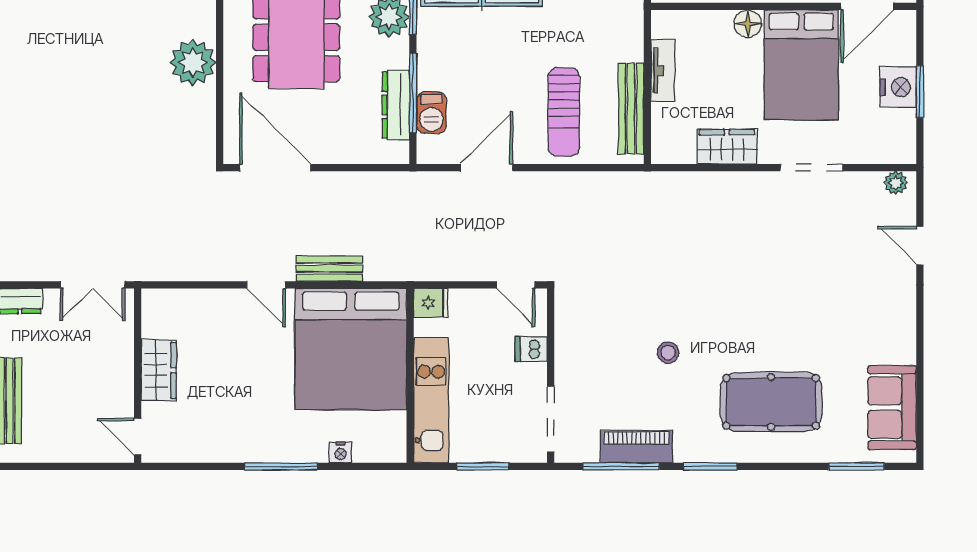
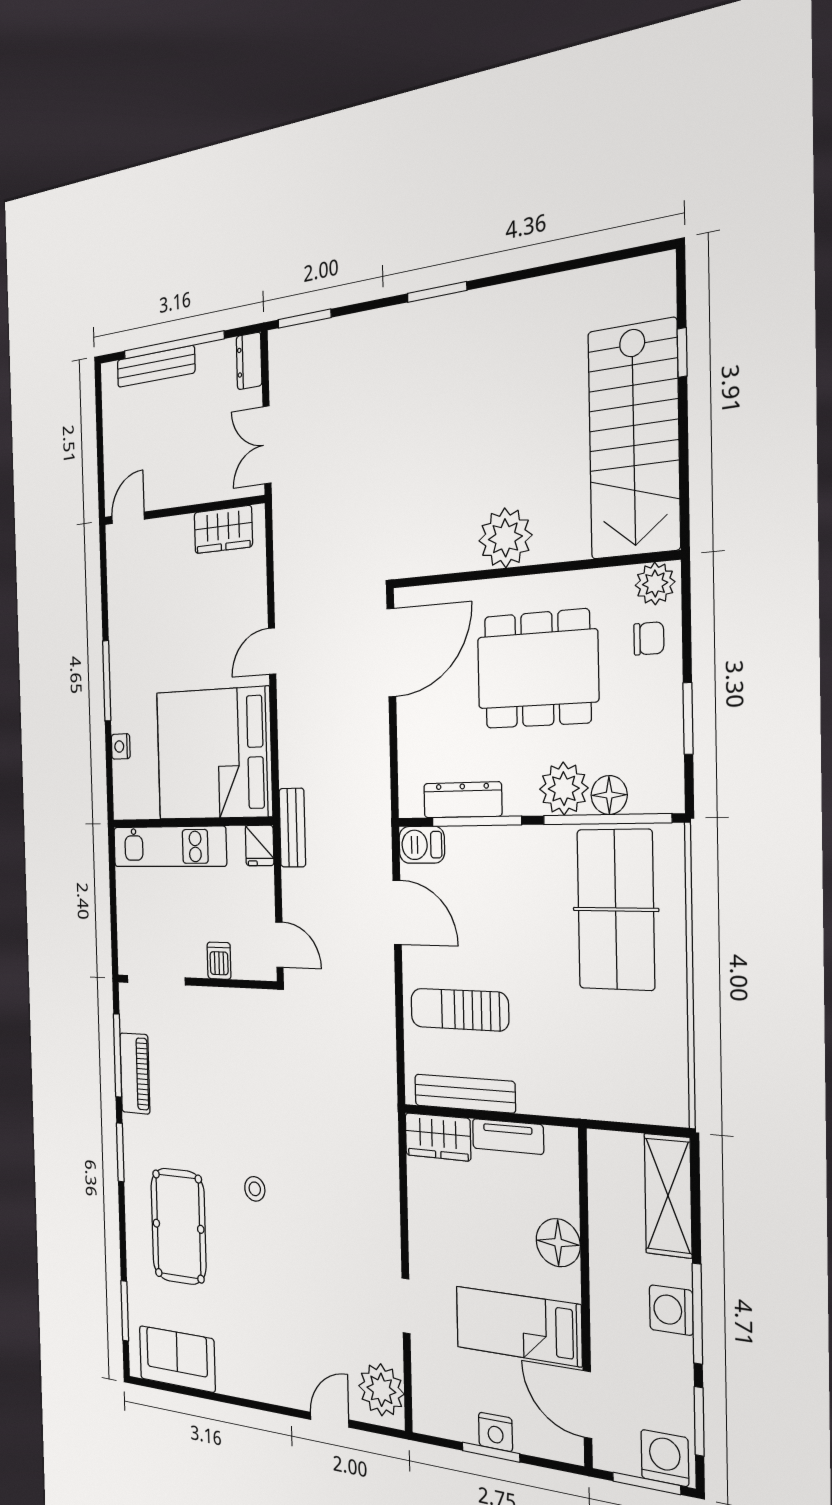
floor lamp: (748, 24) -> (558, 1243), width x1.38, depth x1.38
bed: (801, 65) -> (518, 1326), width x0.67
nightstand: (898, 87) -> (496, 1432), width x0.74, depth x0.75
barbecue: (431, 113) -> (422, 845), moved
wardrobe: (727, 147) -> (438, 1137), moved, turned 90
doorway: (811, 168) -> (406, 1306), width x0.73
plant: (896, 183) -> (381, 1390), width x1.88, depth x1.88
bench: (329, 269) -> (292, 828), moved
door: (516, 285) -> (279, 945), swing flipped
stool: (668, 352) -> (255, 1189), moved
wardrobe: (159, 370) -> (223, 530), moved
window: (483, 466) -> (113, 904), removed

